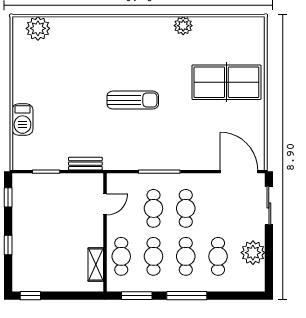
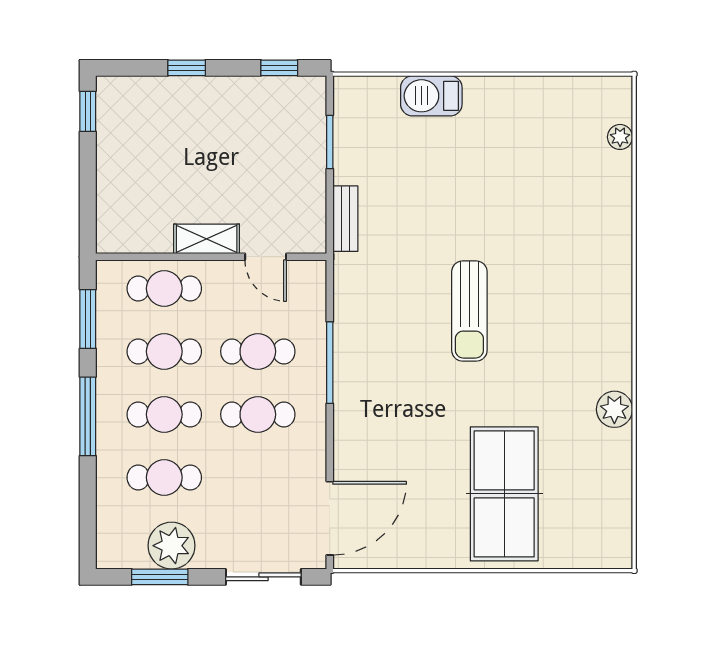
plant: (38, 28) -> (620, 137), width x0.53, depth x0.53
window: (269, 259) -> (160, 577), added
shelving: (96, 265) -> (207, 239), moved

